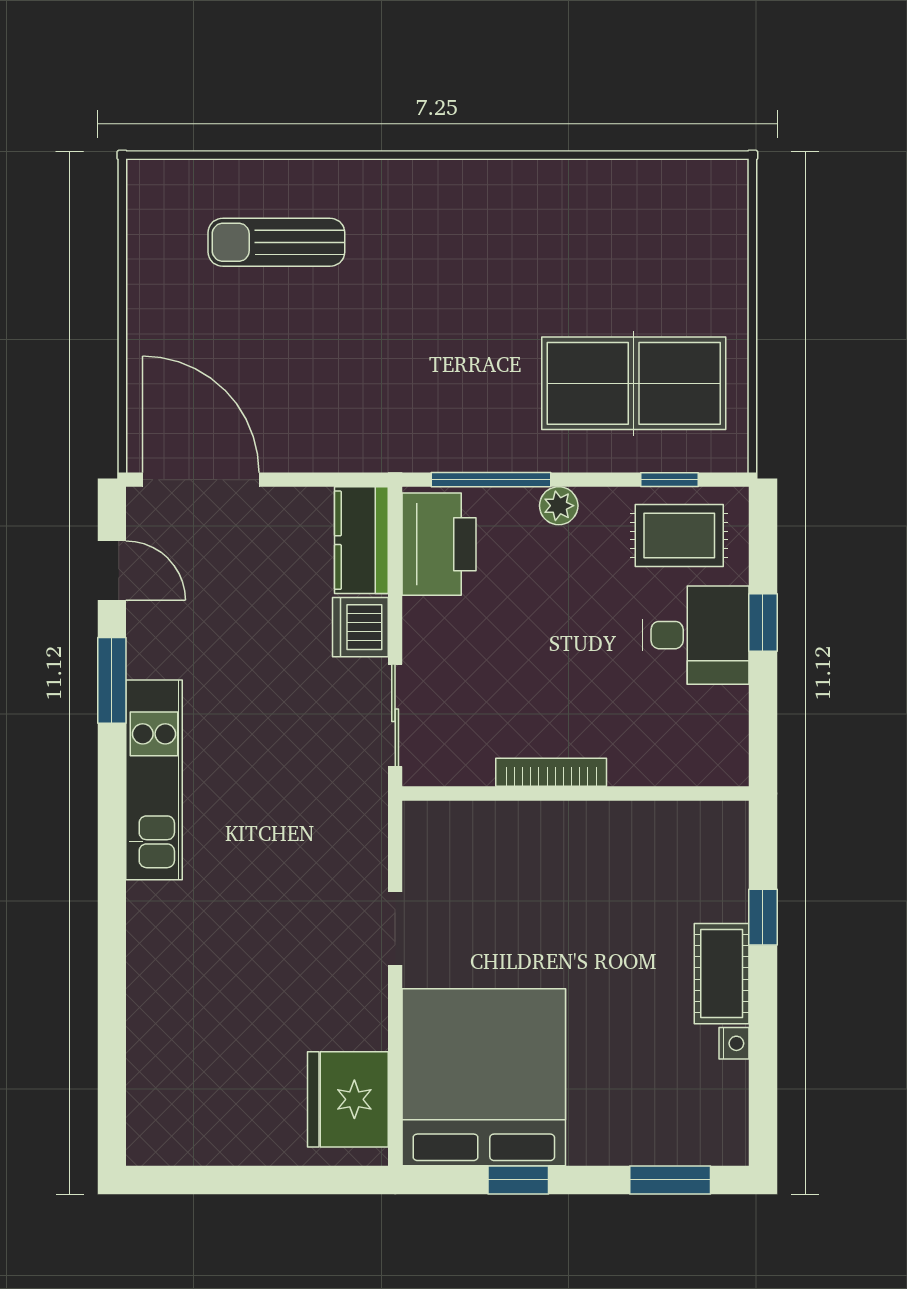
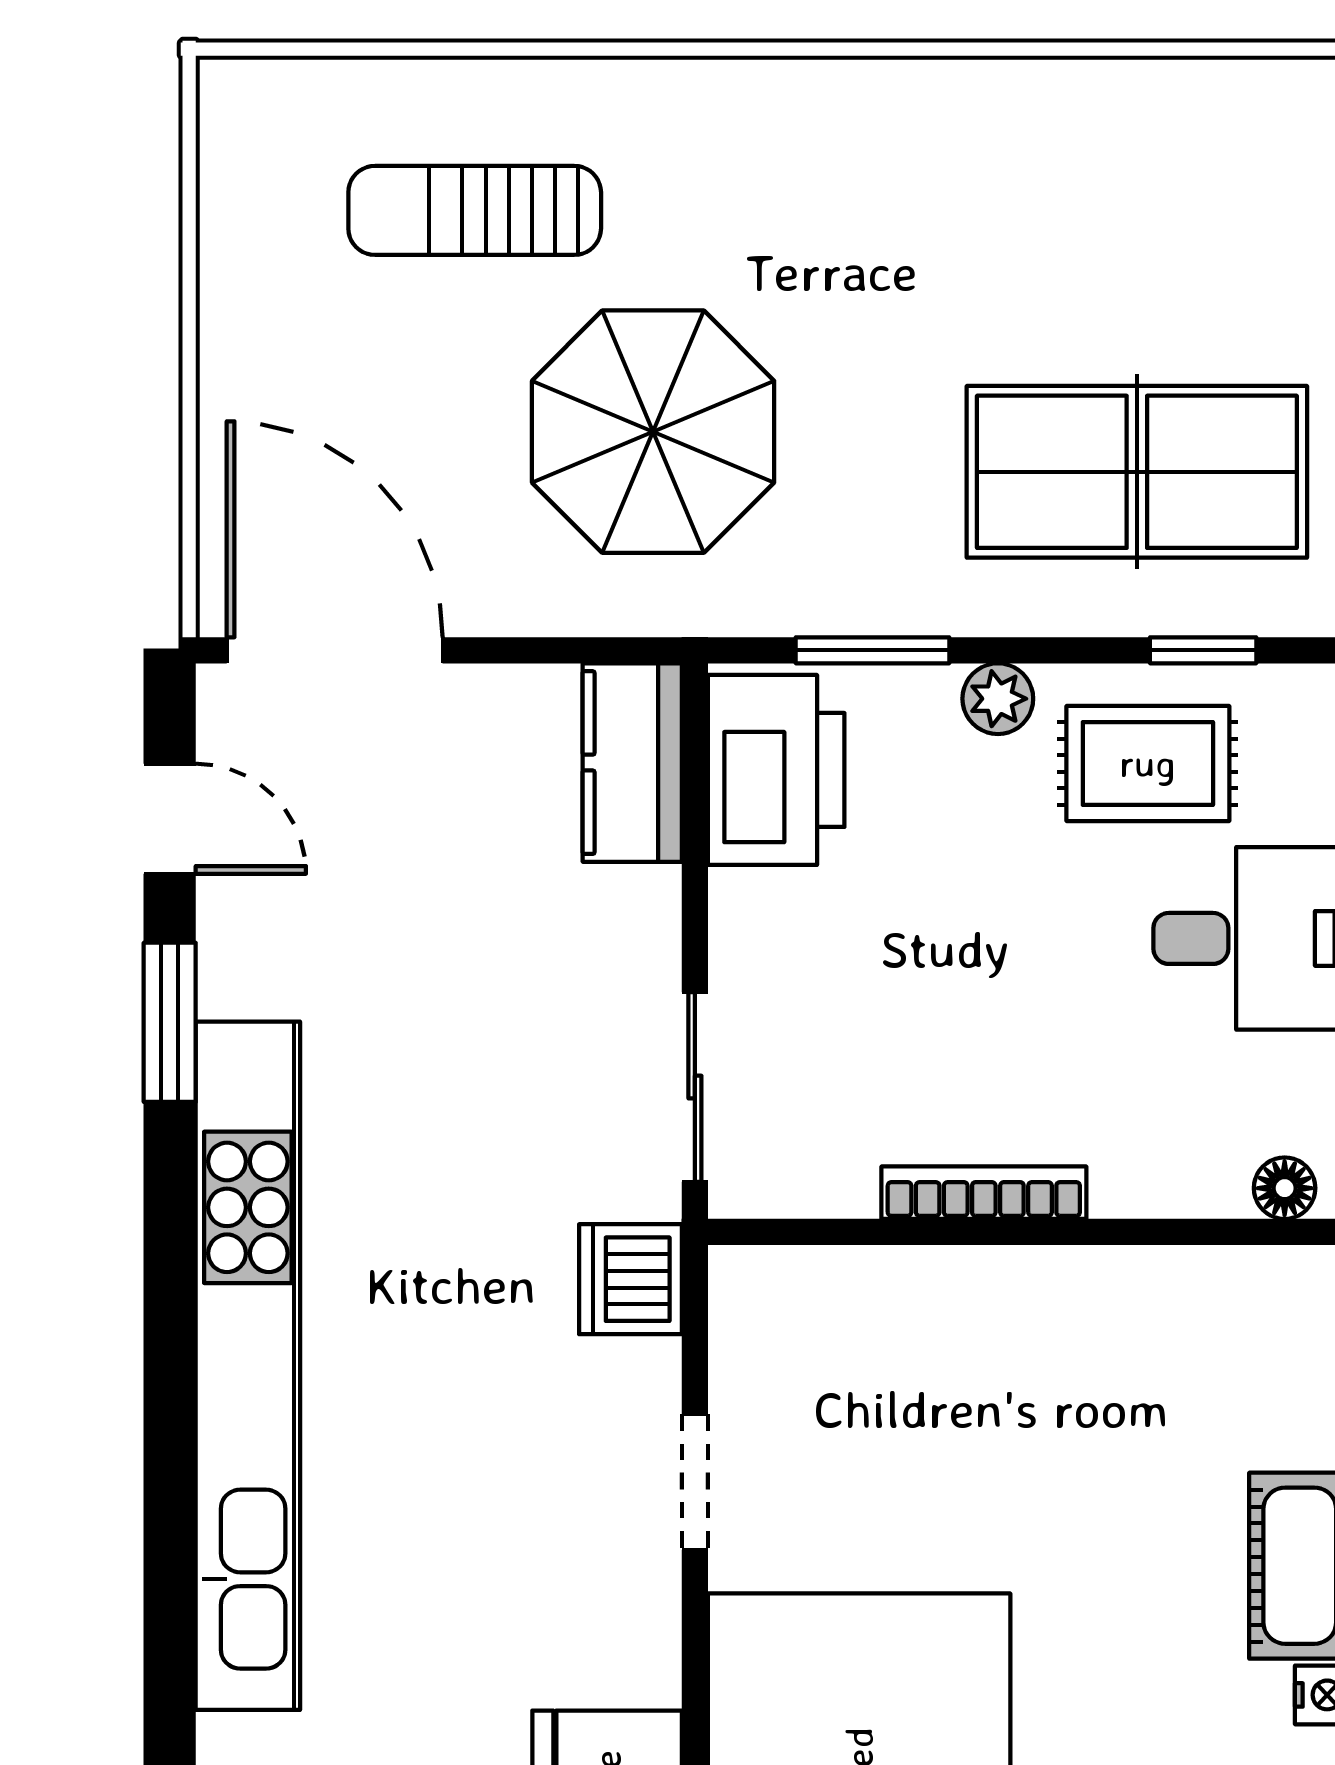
parasol: (373, 362) -> (653, 432), added
window: (491, 480) -> (872, 650), width x0.69
rug: (679, 536) -> (1148, 763), moved
dishwasher: (360, 627) -> (630, 1279), moved
floor lamp: (713, 770) -> (1285, 1188), added
kitchen unit: (154, 780) -> (248, 1366), width x1.86

